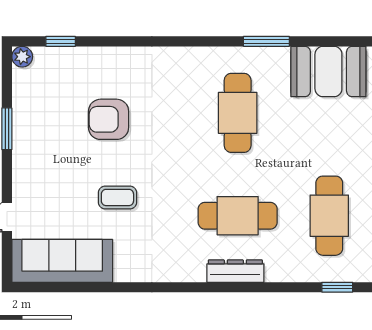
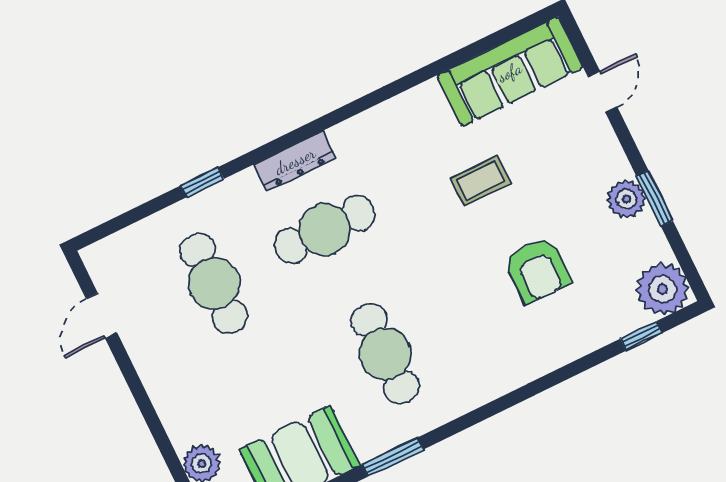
plant: (22, 57) -> (662, 289), width x1.87, depth x1.87
armchair: (109, 119) -> (537, 270), turned 91
plant: (26, 138) -> (626, 199), added
window: (337, 287) -> (202, 182), moved

